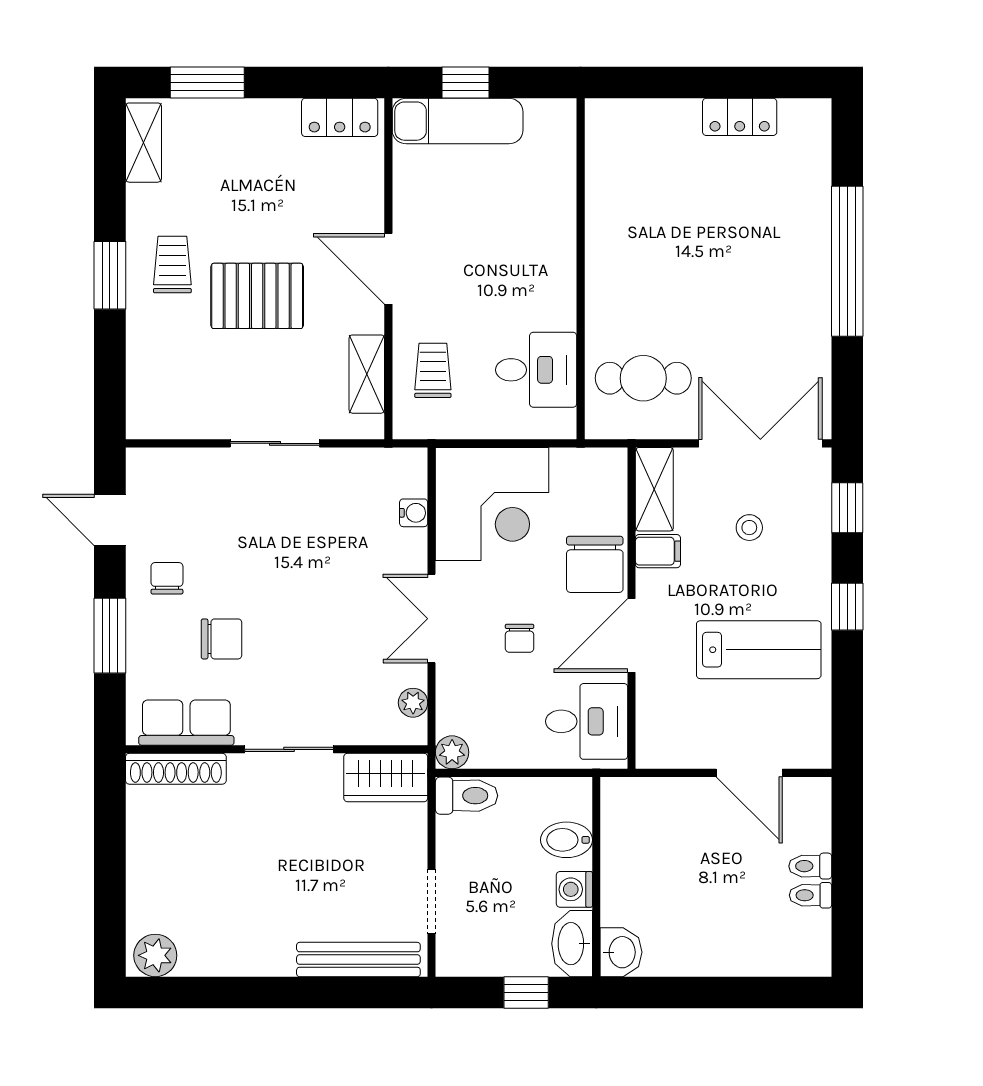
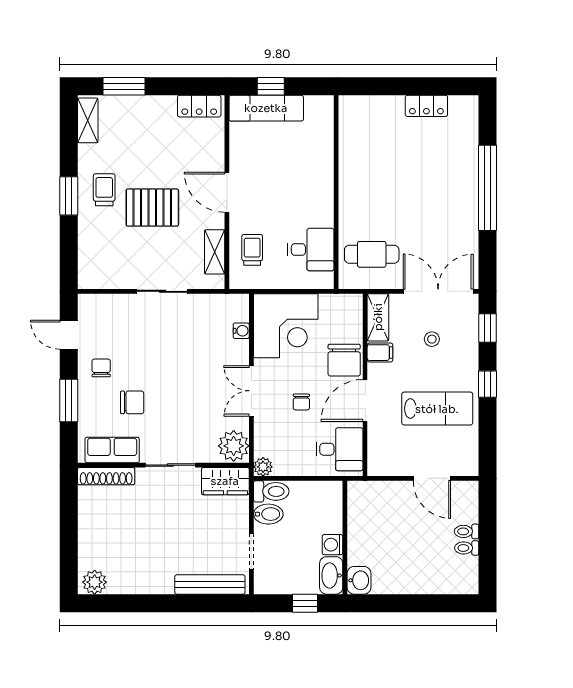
plant: (413, 703) -> (234, 446), width x1.88, depth x1.88
bidet: (566, 840) -> (268, 514), moved, turned 180

